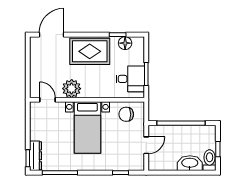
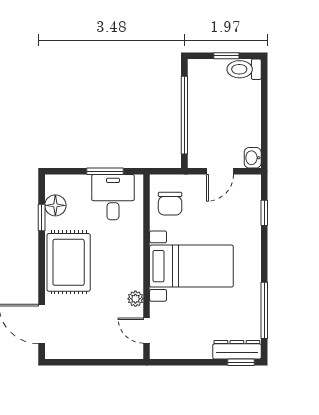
plant: (72, 89) -> (135, 299), width x0.53, depth x0.53
door: (47, 100) -> (147, 331), hinge flipped
door: (146, 145) -> (220, 171), swing flipped
washbasin: (190, 163) -> (253, 158), moved, width x0.52, depth x0.69

